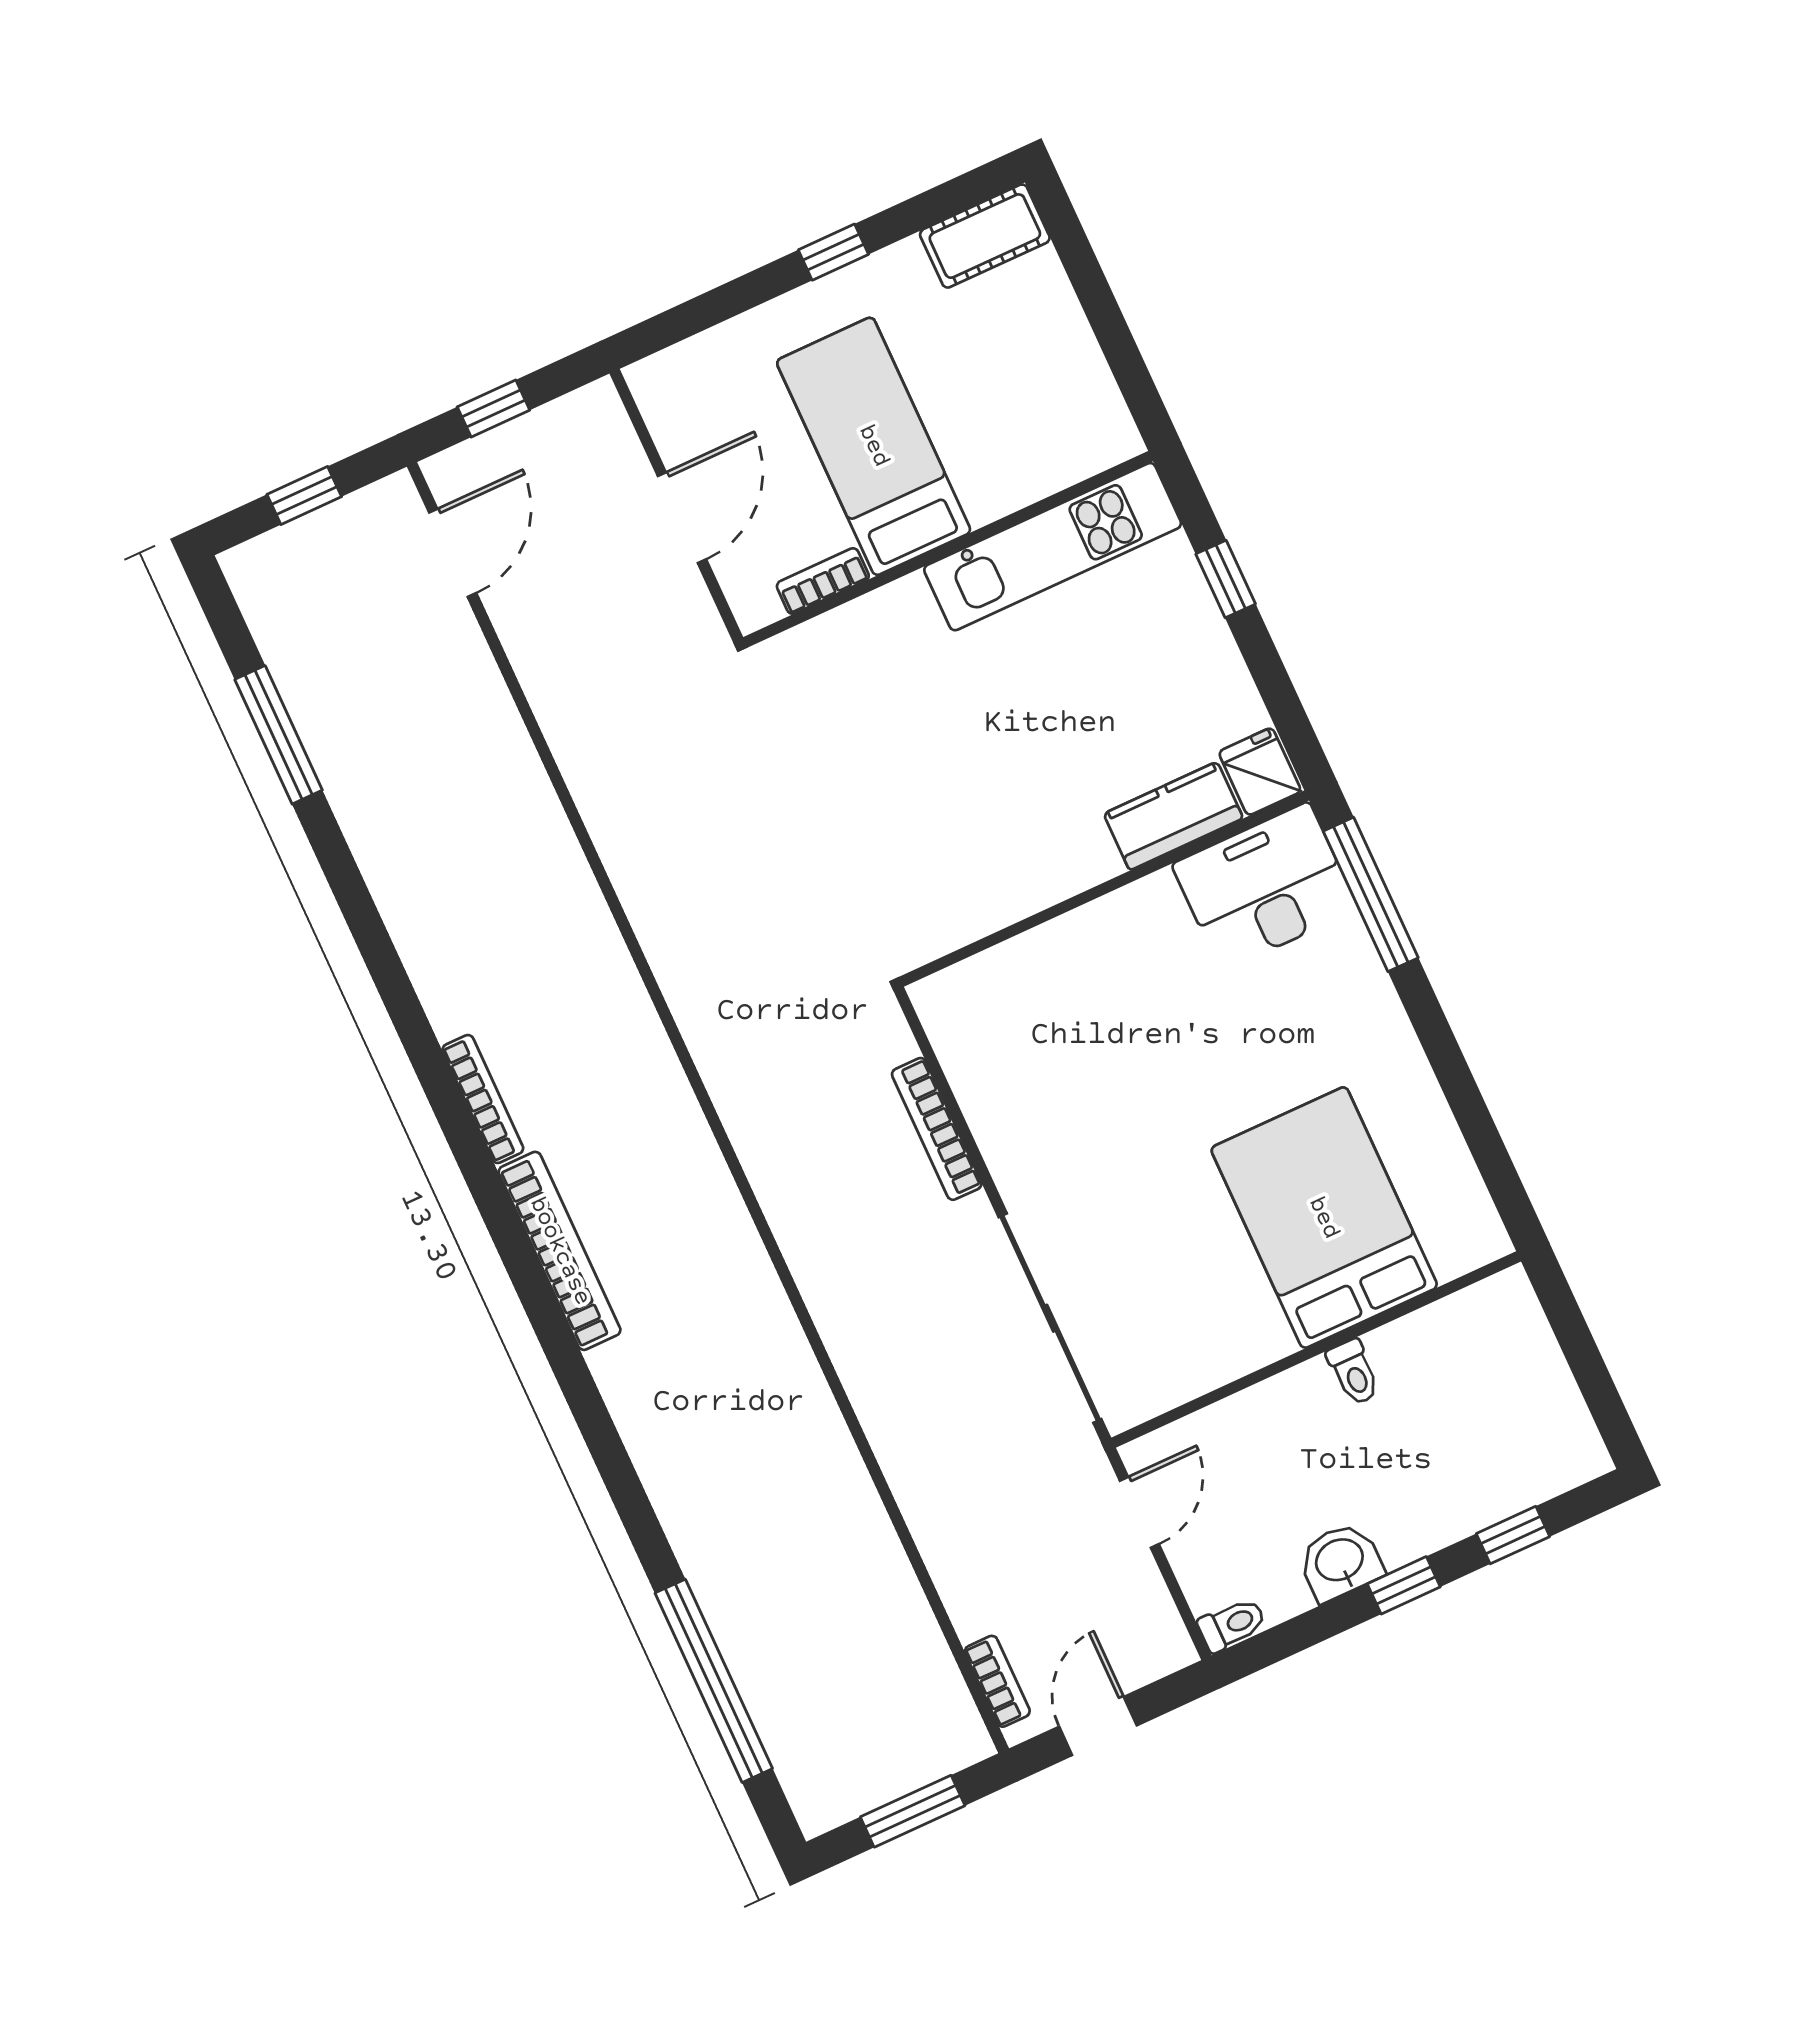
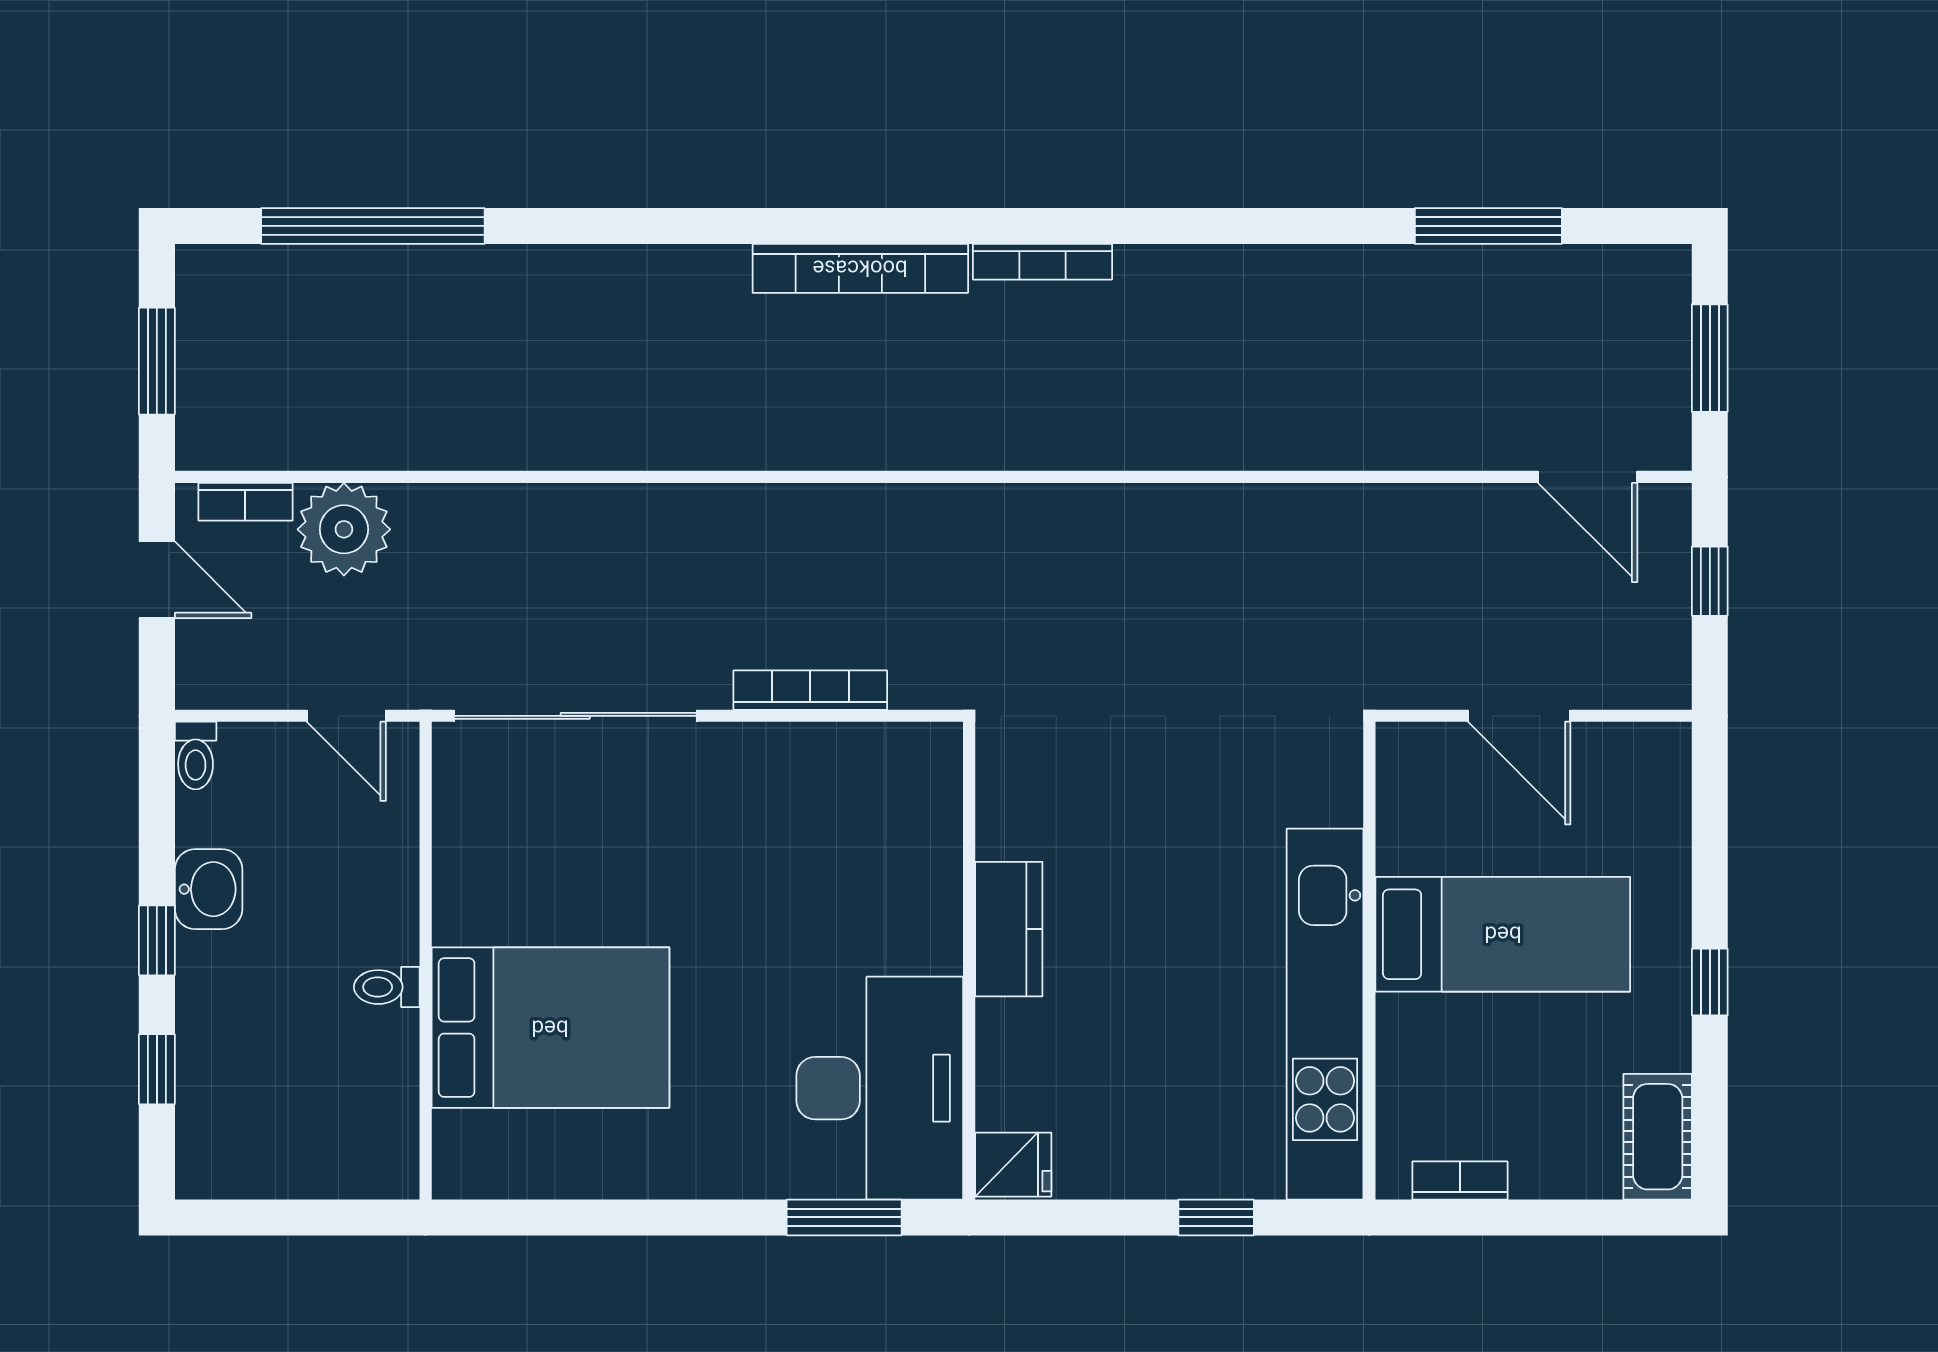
window: (304, 496) -> (1710, 358), width x1.50
kitchen unit: (1053, 547) -> (1325, 1014), width x1.36
bookcase: (823, 581) -> (1460, 1180), moved, turned -90
kitchen counter: (1173, 816) -> (1009, 929), moved
desk: (1265, 887) -> (880, 1088), width x1.36, depth x1.30
window: (1371, 894) -> (844, 1217), width x0.69
plant: (982, 1587) -> (344, 529), added

